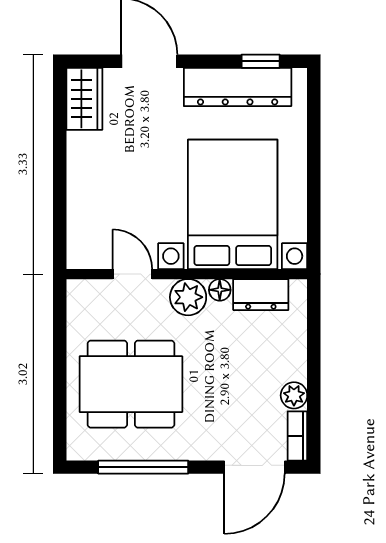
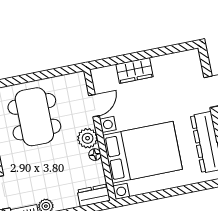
wardrobe: (84, 99) -> (134, 70), moved
dresser: (261, 295) -> (94, 195), moved, turned 90

